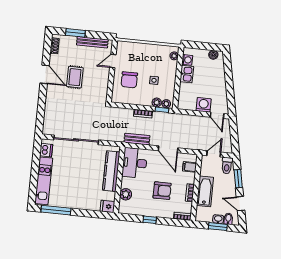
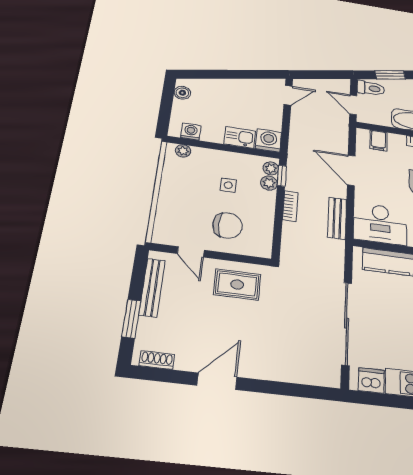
kitchen sink: (187, 74) -> (240, 137), moved
rug: (75, 77) -> (237, 285), moved
washing machine: (204, 105) -> (268, 140), moved, turned 90
door: (168, 149) -> (351, 170), swing flipped

